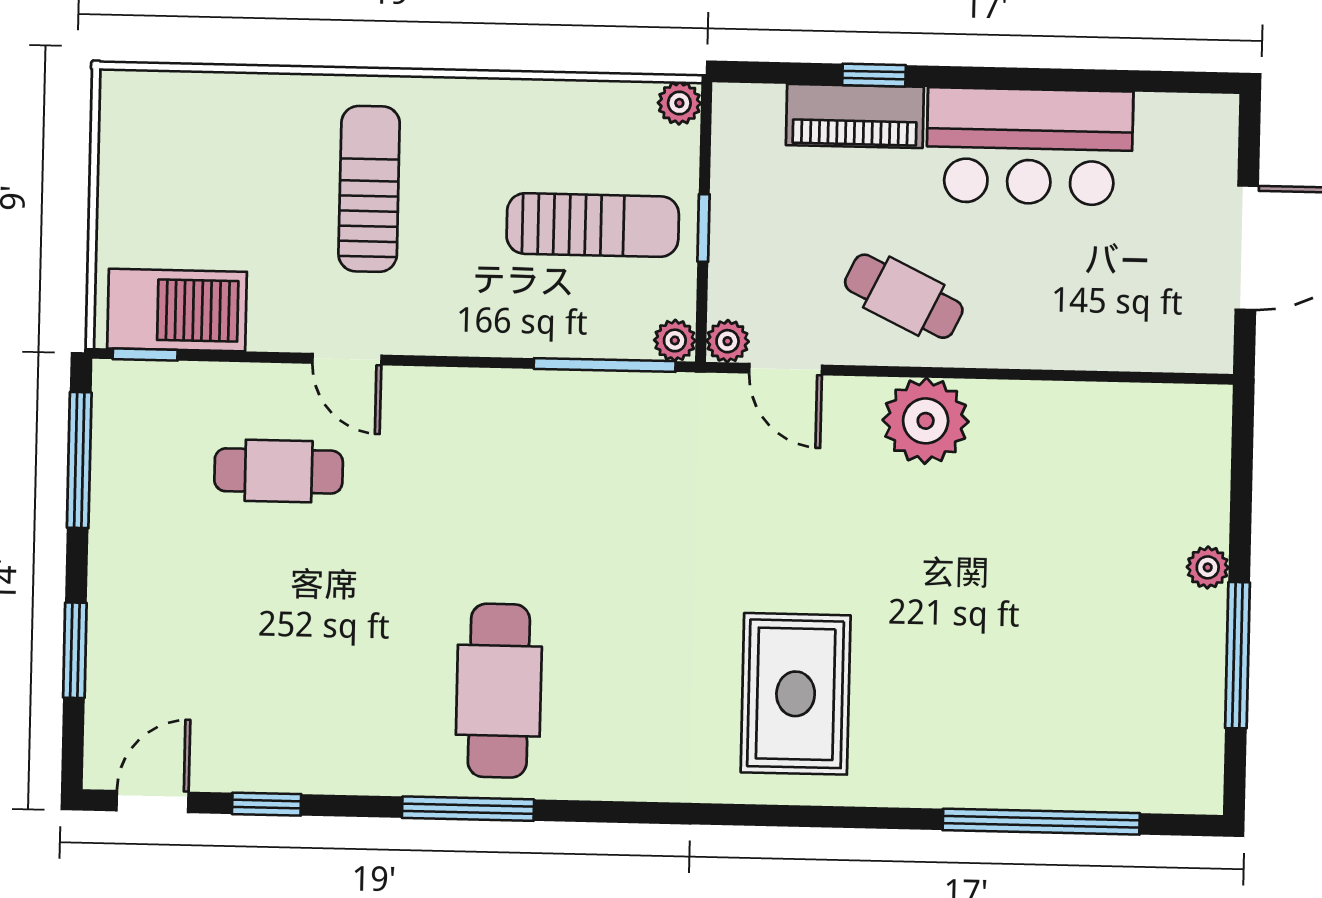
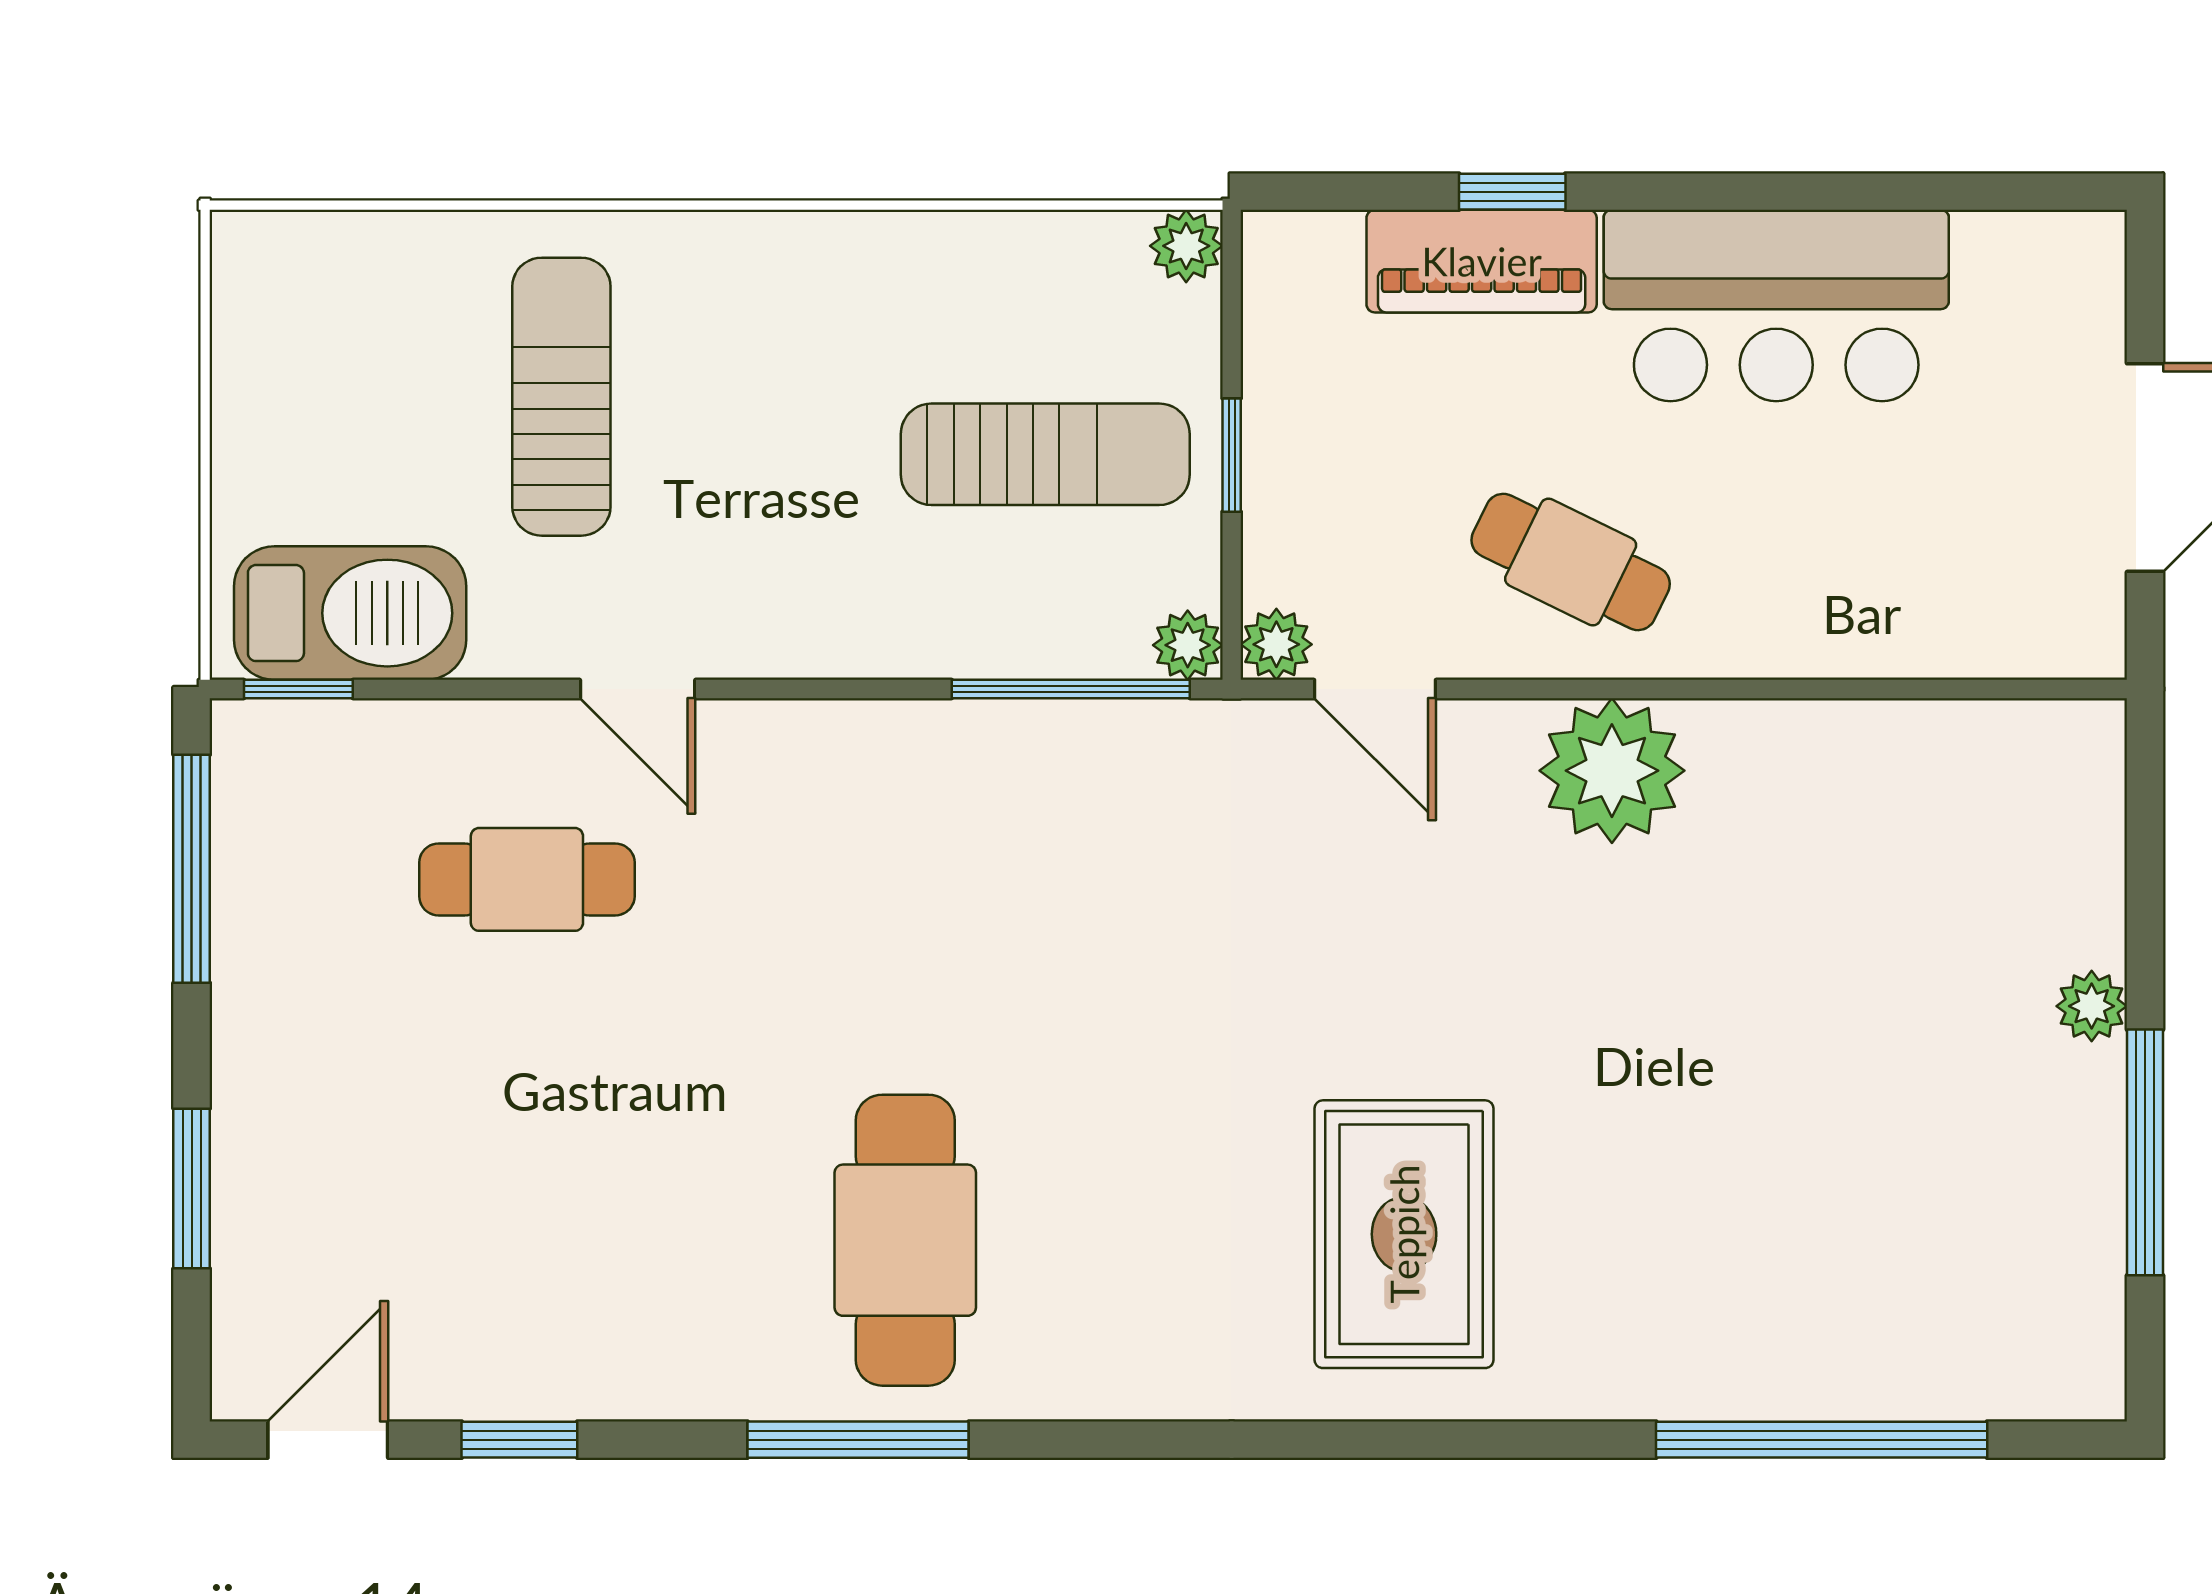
sun lounger: (369, 189) -> (561, 397), moved

